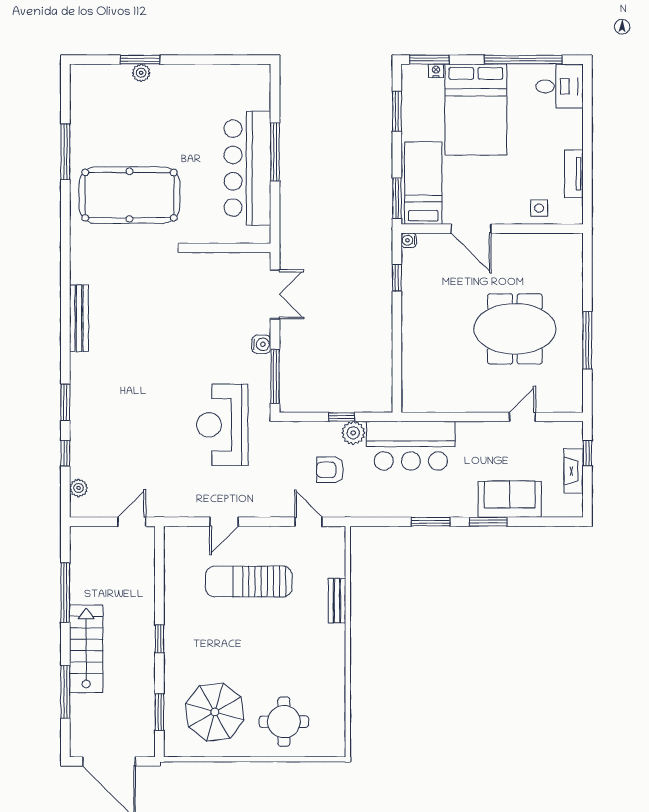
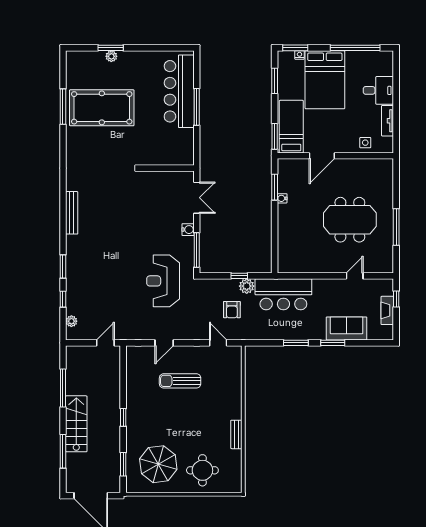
desk: (560, 86) -> (378, 90), moved
bar counter: (247, 168) -> (179, 91), moved
pool table: (129, 195) -> (102, 108), moved
door: (471, 229) -> (322, 156), hinge flipped
water cooler: (409, 240) -> (282, 198), moved
window: (397, 278) -> (275, 187), width x1.50
armchair: (330, 470) -> (232, 310), turned -90
sun lounger: (249, 581) -> (180, 381), width x0.73, depth x0.75
bench: (337, 601) -> (236, 434), moved

